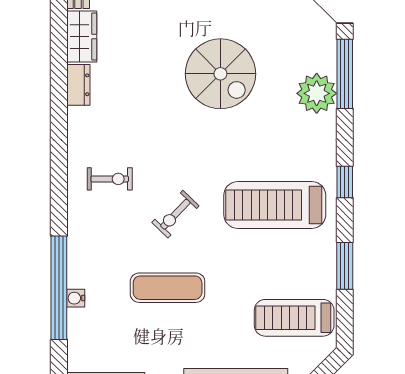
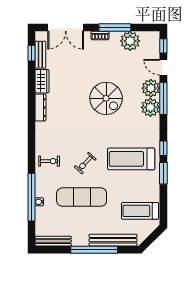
plant: (317, 52) -> (151, 88), added
dresser: (78, 85) -> (40, 108), width x1.44
exercise bike: (110, 179) -> (49, 161), moved
window: (345, 266) -> (163, 173), moved
exercise mat: (168, 288) -> (82, 197), width x1.36, depth x1.45

